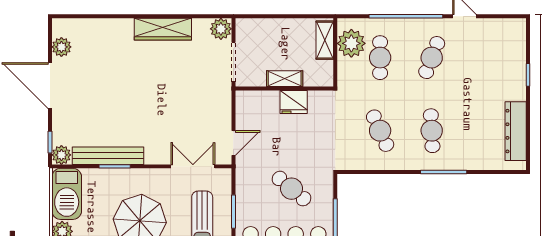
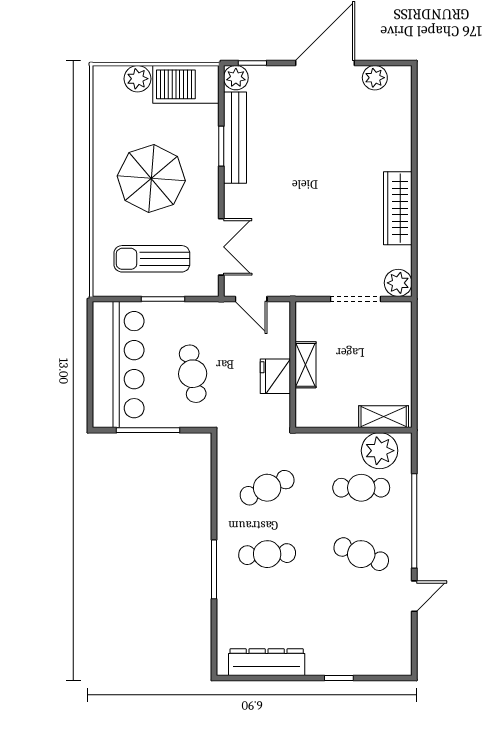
shelving: (285, 79) -> (305, 365), moved
wall: (284, 89) -> (293, 365), moved
fridge: (294, 102) -> (275, 376), moved
cafe table: (291, 189) -> (193, 374), turned -50

